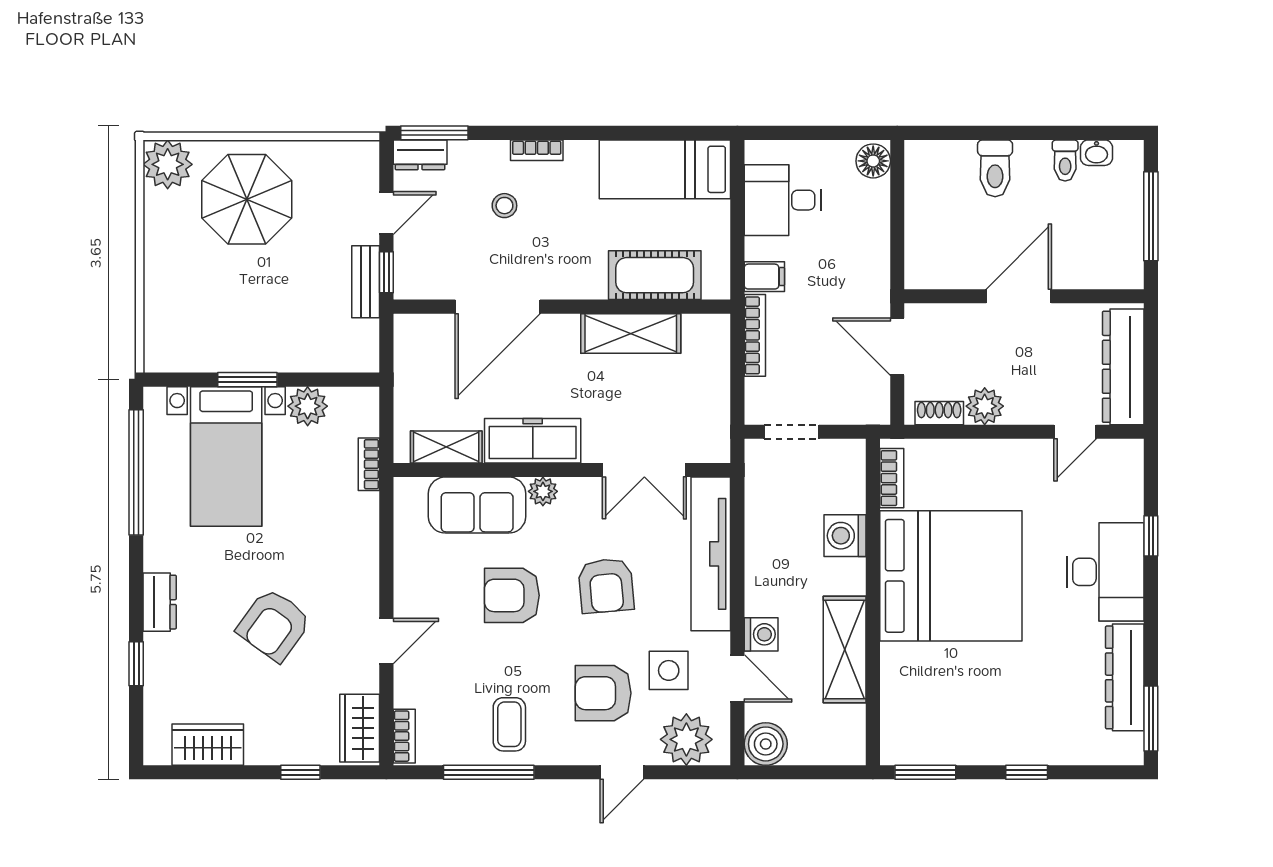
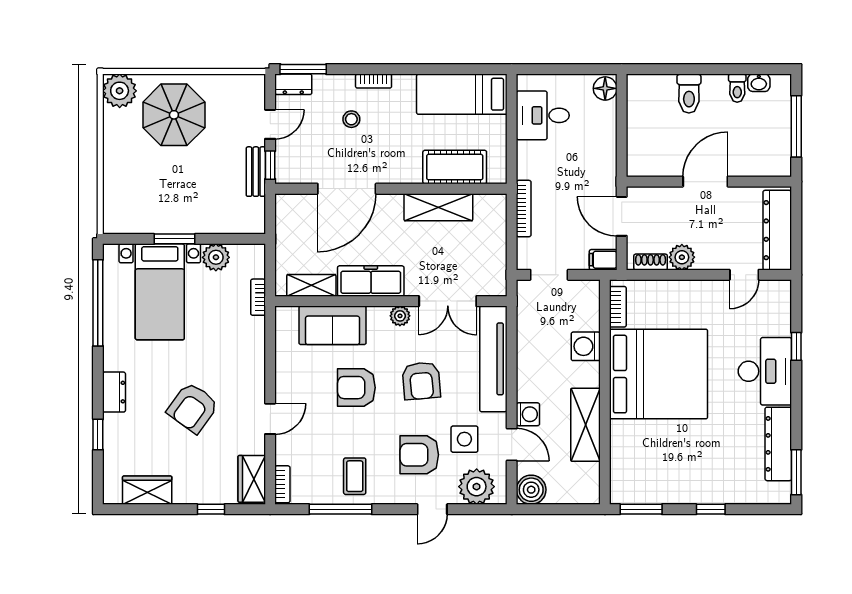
filing cabinet: (764, 277) -> (603, 260), moved, turned 180
plant: (543, 491) -> (400, 316), moved

